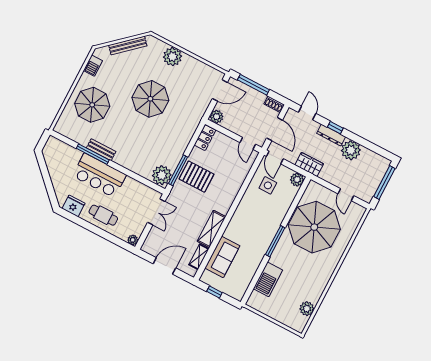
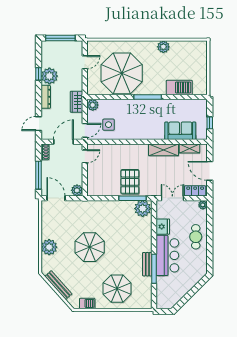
window: (335, 128) -> (38, 74), moved
locker: (205, 138) -> (195, 191), moved
fridge: (73, 206) -> (163, 227), moved, turned 180
plant: (307, 309) -> (163, 47), moved

